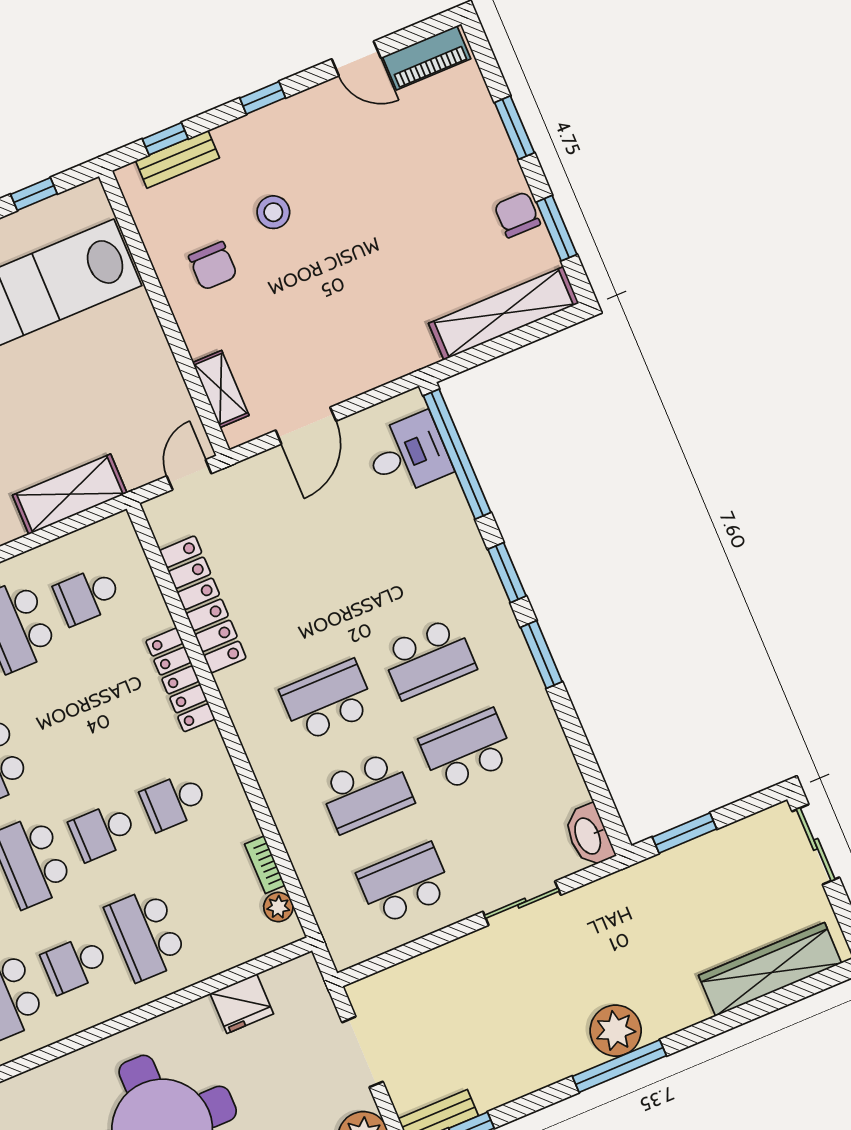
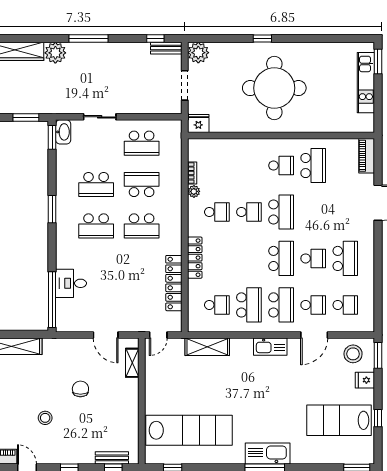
stool: (273, 212) -> (45, 418), moved
chair: (213, 266) -> (80, 389), moved
door: (306, 426) -> (106, 335), swing flipped
desk: (408, 454) -> (71, 283), moved
window: (507, 573) -> (52, 137), moved
school desk: (428, 658) -> (96, 226), turned 180
plant: (278, 907) -> (194, 191), moved
school desk: (146, 934) -> (249, 166), removed
fridge: (242, 1004) -> (198, 123), moved
plant: (616, 1031) -> (55, 53), moved

